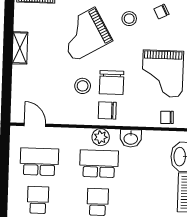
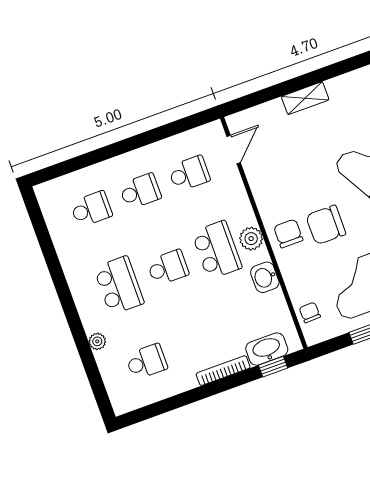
shelving: (20, 48) -> (305, 98), moved
stool: (83, 86) -> (307, 190), removed
school desk: (39, 162) -> (189, 174), width x0.54

